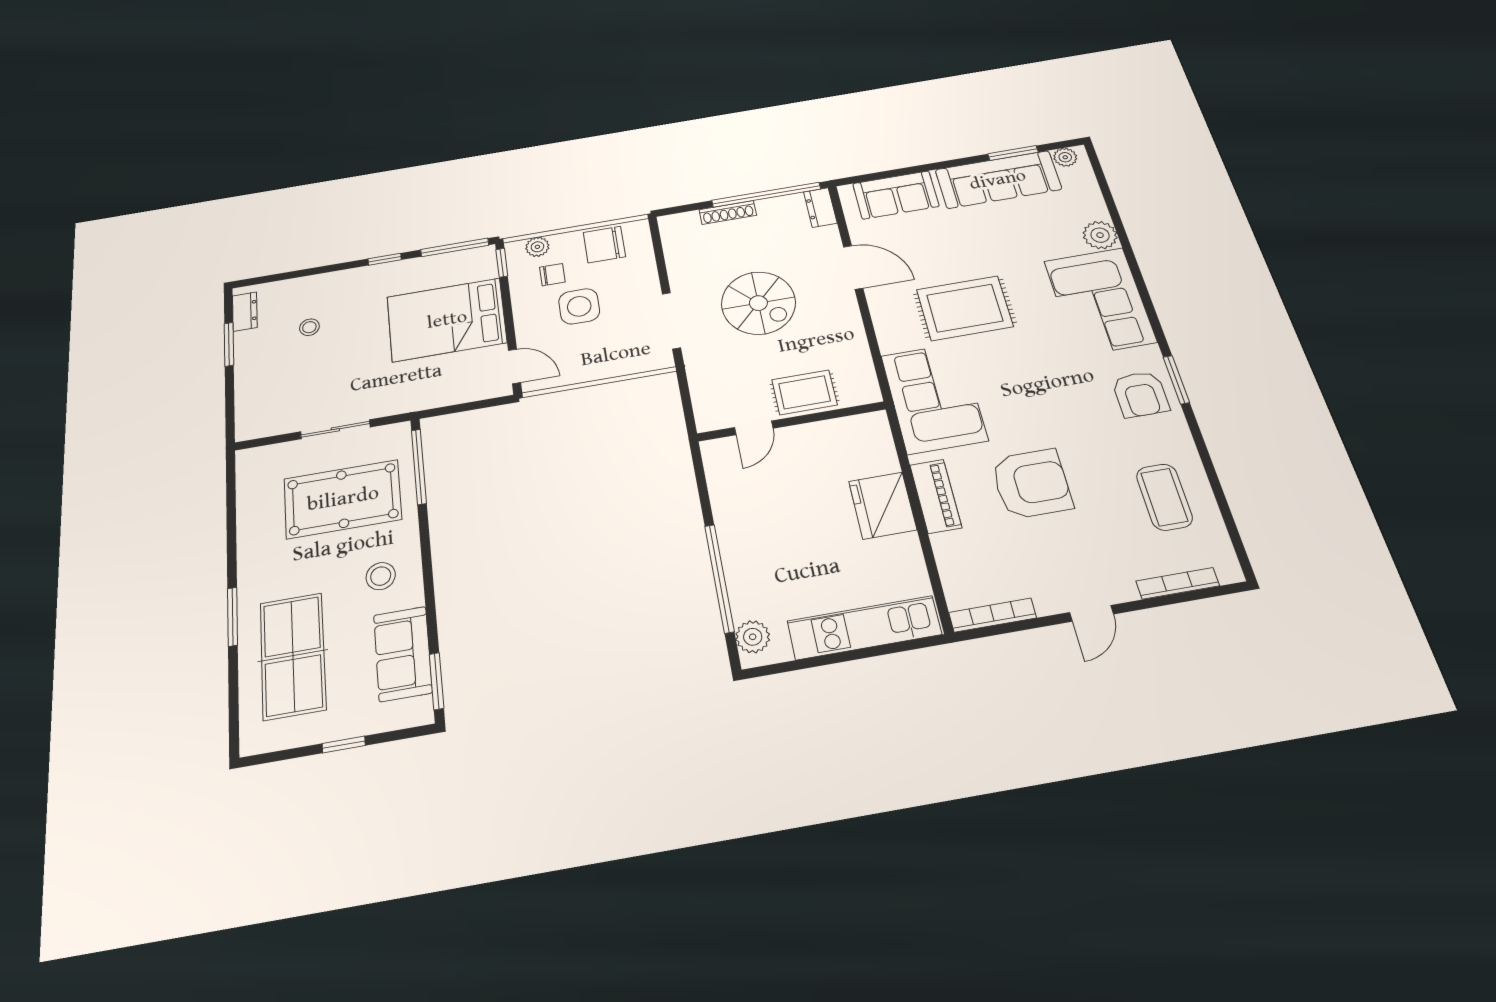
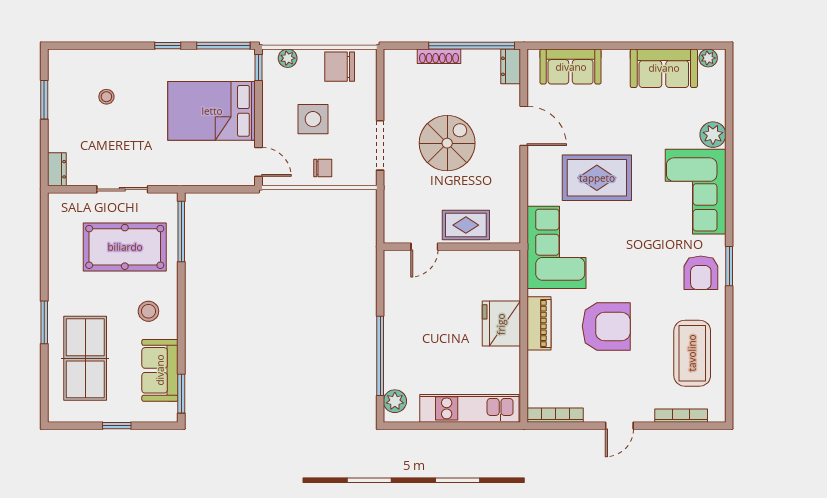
window: (1013, 153) -> (670, 46), removed
sofa: (998, 180) -> (664, 68), width x0.73
chair: (552, 275) -> (323, 168), moved
spiral stairs: (758, 303) -> (447, 143), turned -90
dresser: (245, 312) -> (57, 169), moved
coffee table: (1164, 497) -> (692, 353), width x1.36, depth x1.32

